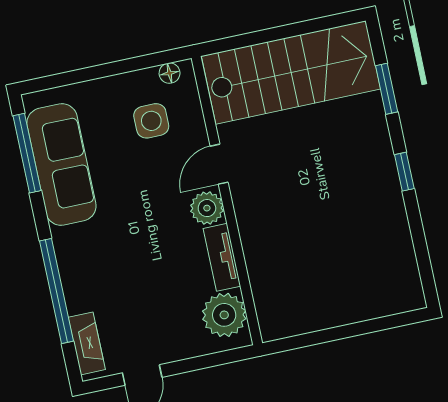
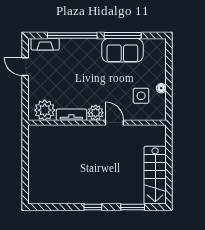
stairs: (291, 72) -> (155, 175), width x0.73, depth x0.66
floor lamp: (170, 73) -> (161, 88), moved
window: (27, 153) -> (123, 35), moved
sofa: (61, 164) -> (122, 50), width x0.73

